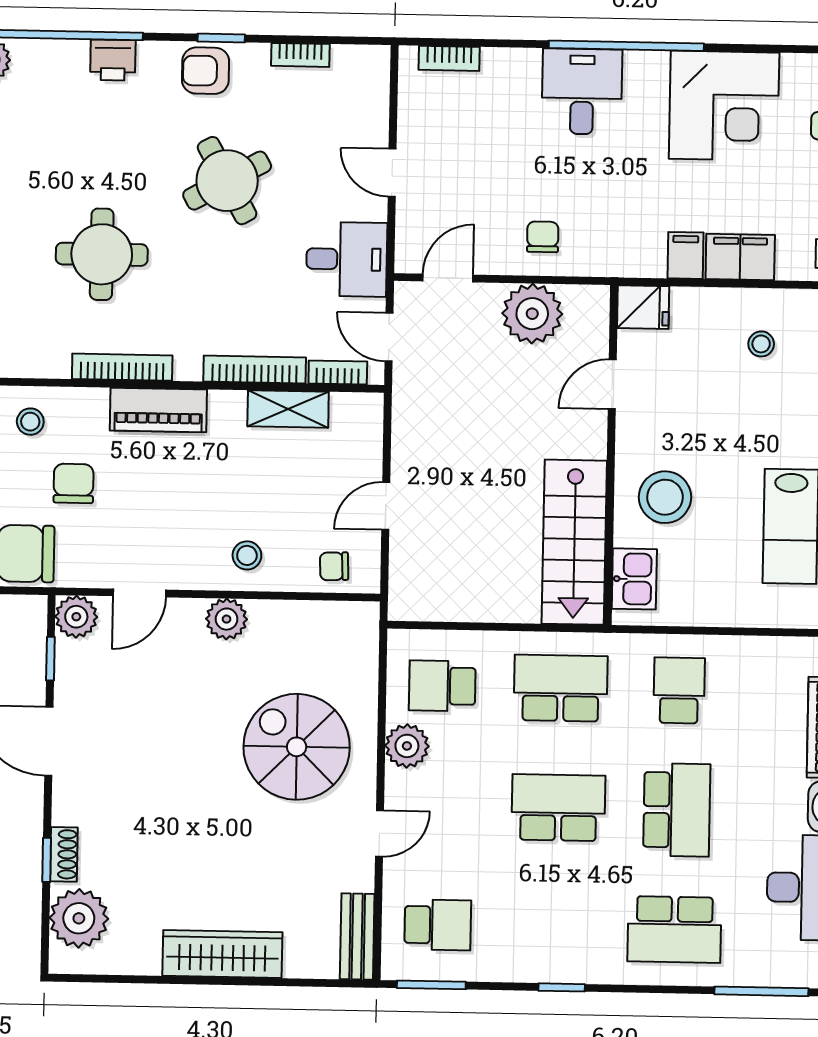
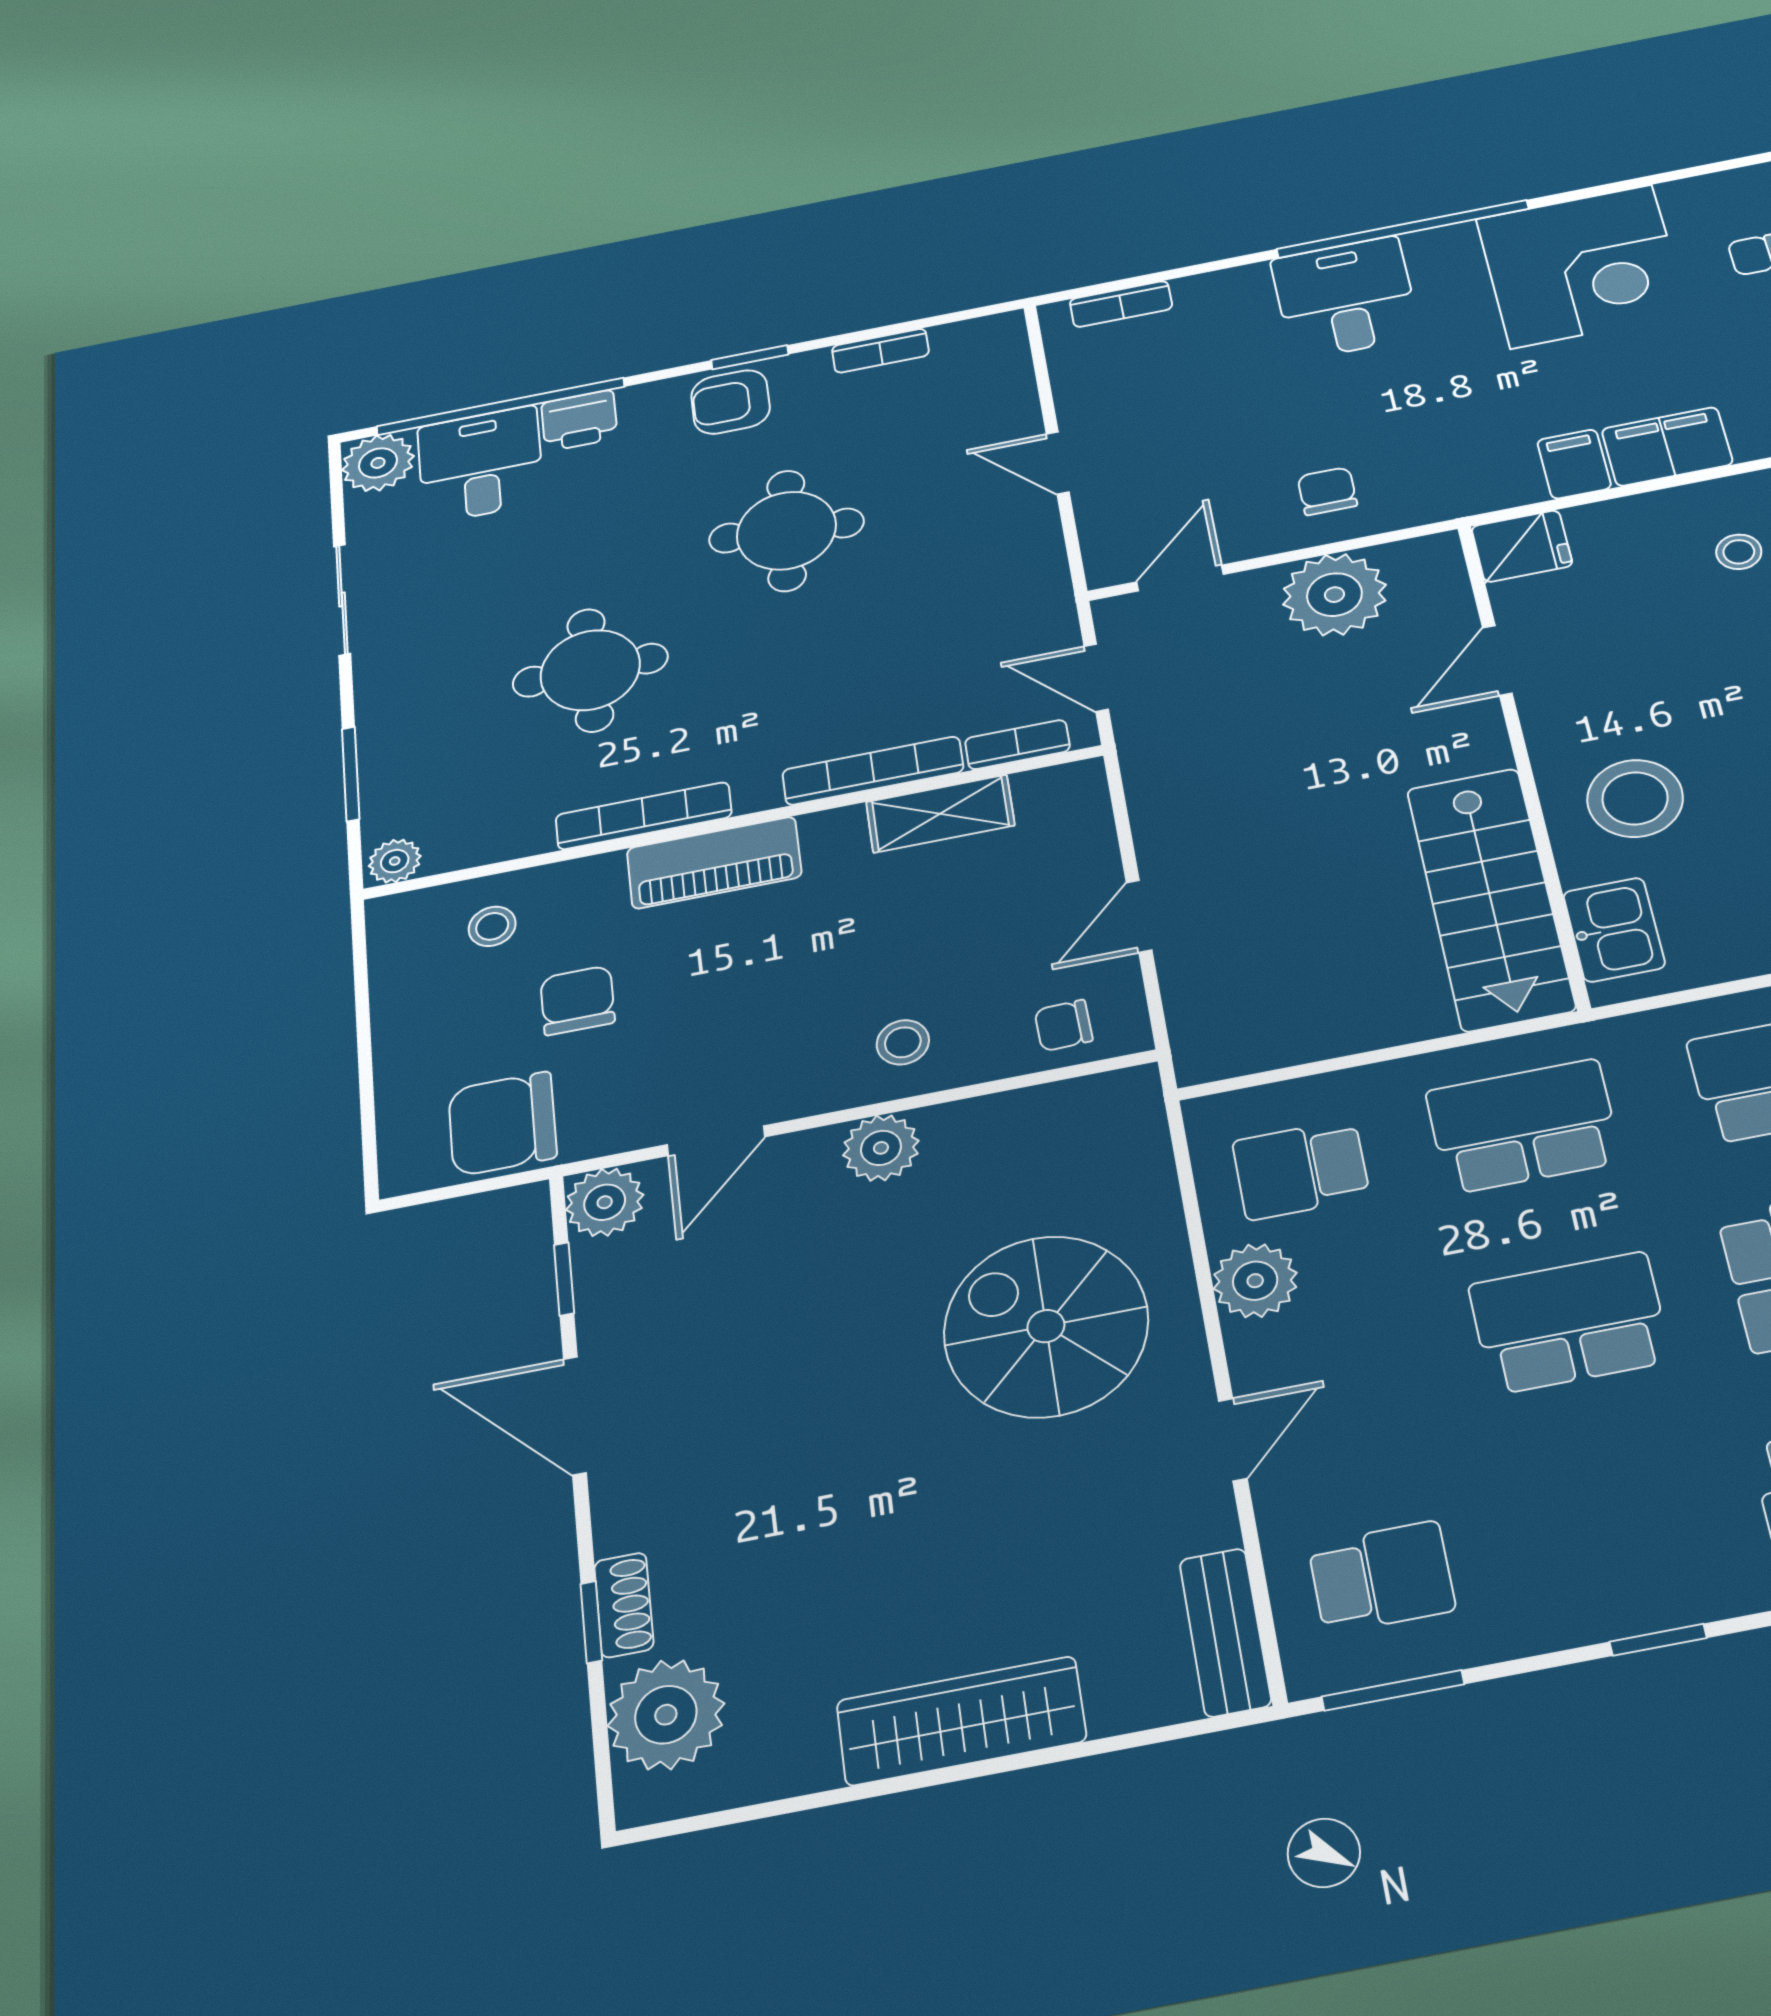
round table: (227, 181) -> (786, 531), turned 34
desk: (347, 259) -> (480, 465), moved, turned -90

